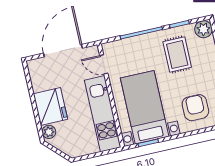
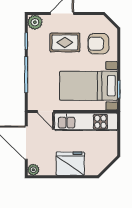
rug: (177, 55) -> (65, 42), moved
door: (104, 64) -> (45, 111), hinge flipped
plant: (49, 132) -> (33, 170), moved

